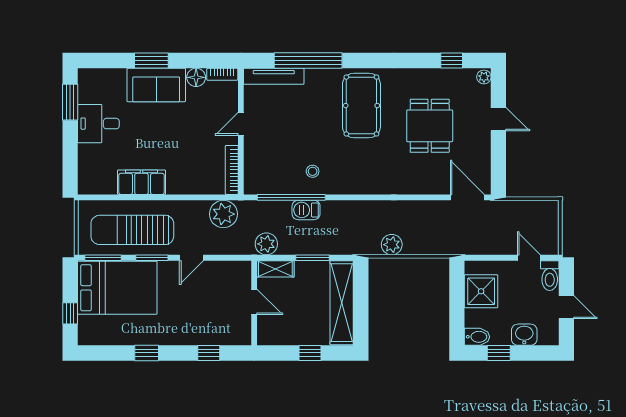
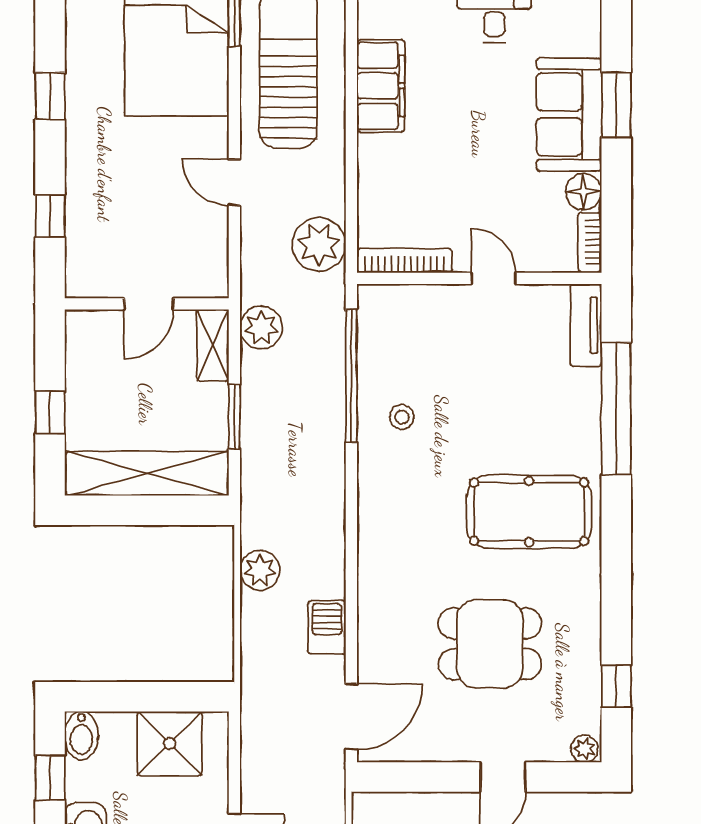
tv unit: (274, 76) -> (586, 325), width x0.71
barbecue: (306, 210) -> (327, 627), moved
window: (152, 258) -> (234, 106), removed

